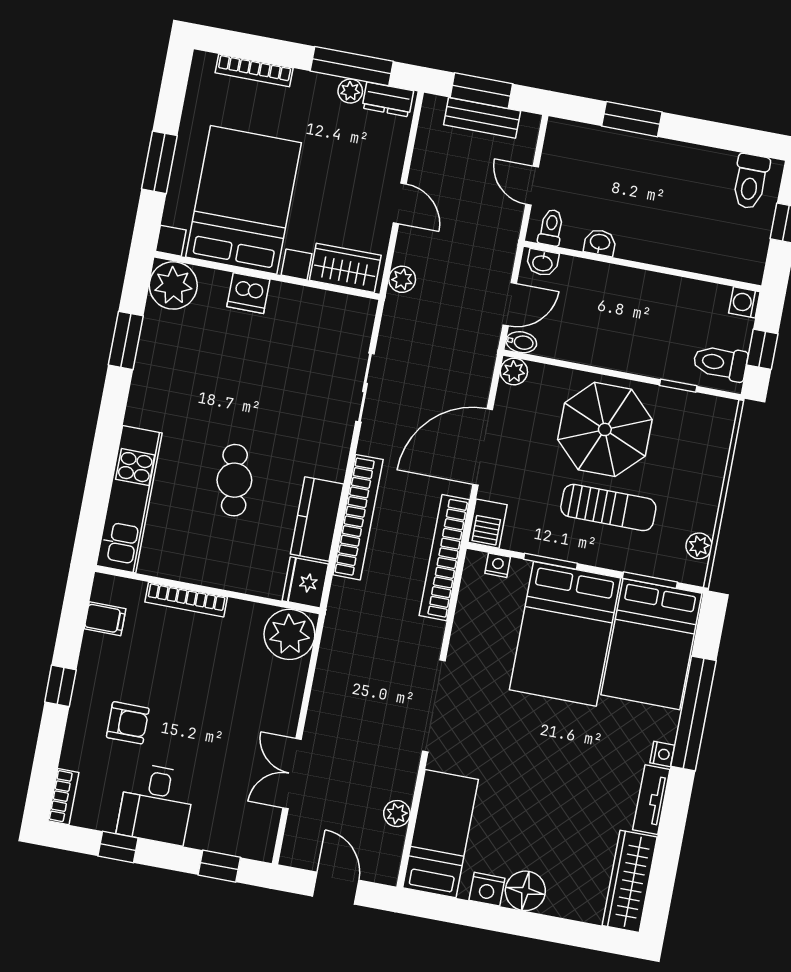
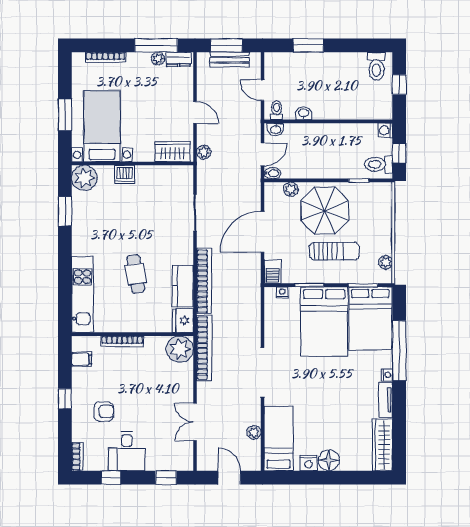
bed with nightstands: (244, 200) -> (102, 126), width x0.73
plant: (514, 372) -> (291, 189), moved
bookcase: (444, 558) -> (204, 348), moved, turned 180

